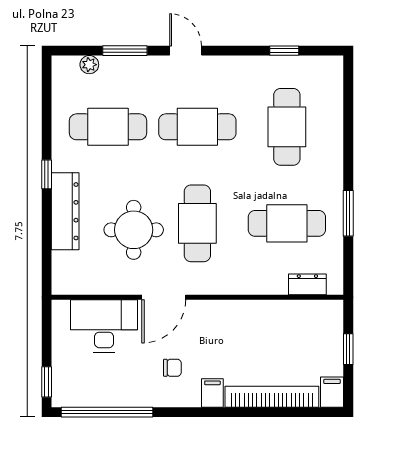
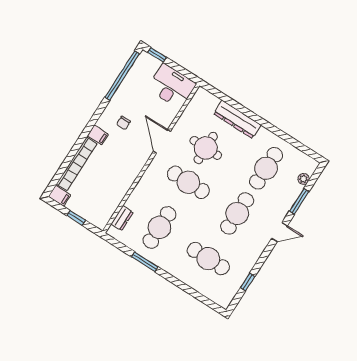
window: (47, 174) -> (262, 122), removed
desk: (104, 326) -> (172, 86), moved, turned -90

